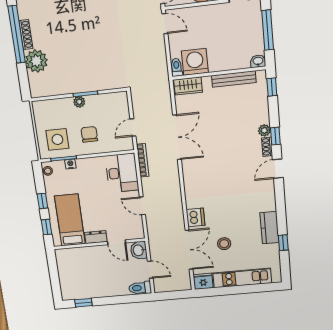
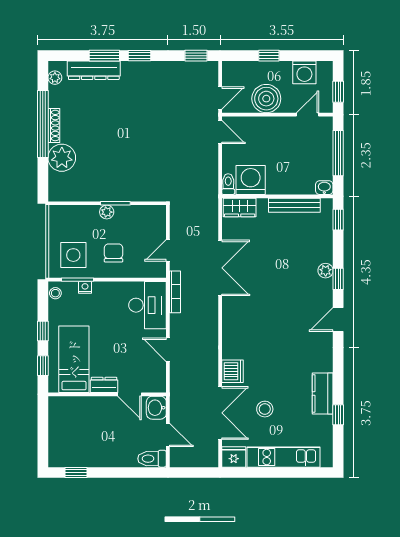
shoe rack: (267, 147) -> (327, 291), removed

